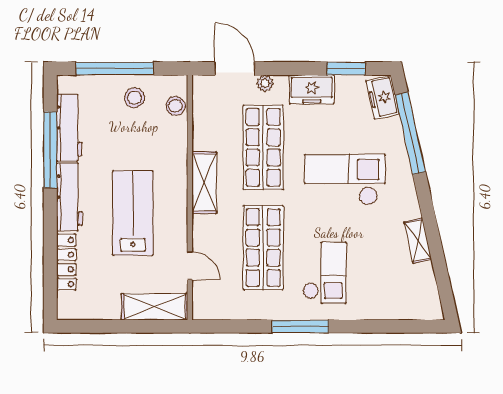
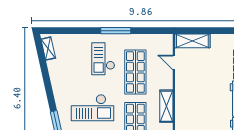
lab bench: (133, 213) -> (204, 90), removed
shelving: (418, 241) -> (48, 49), moved

